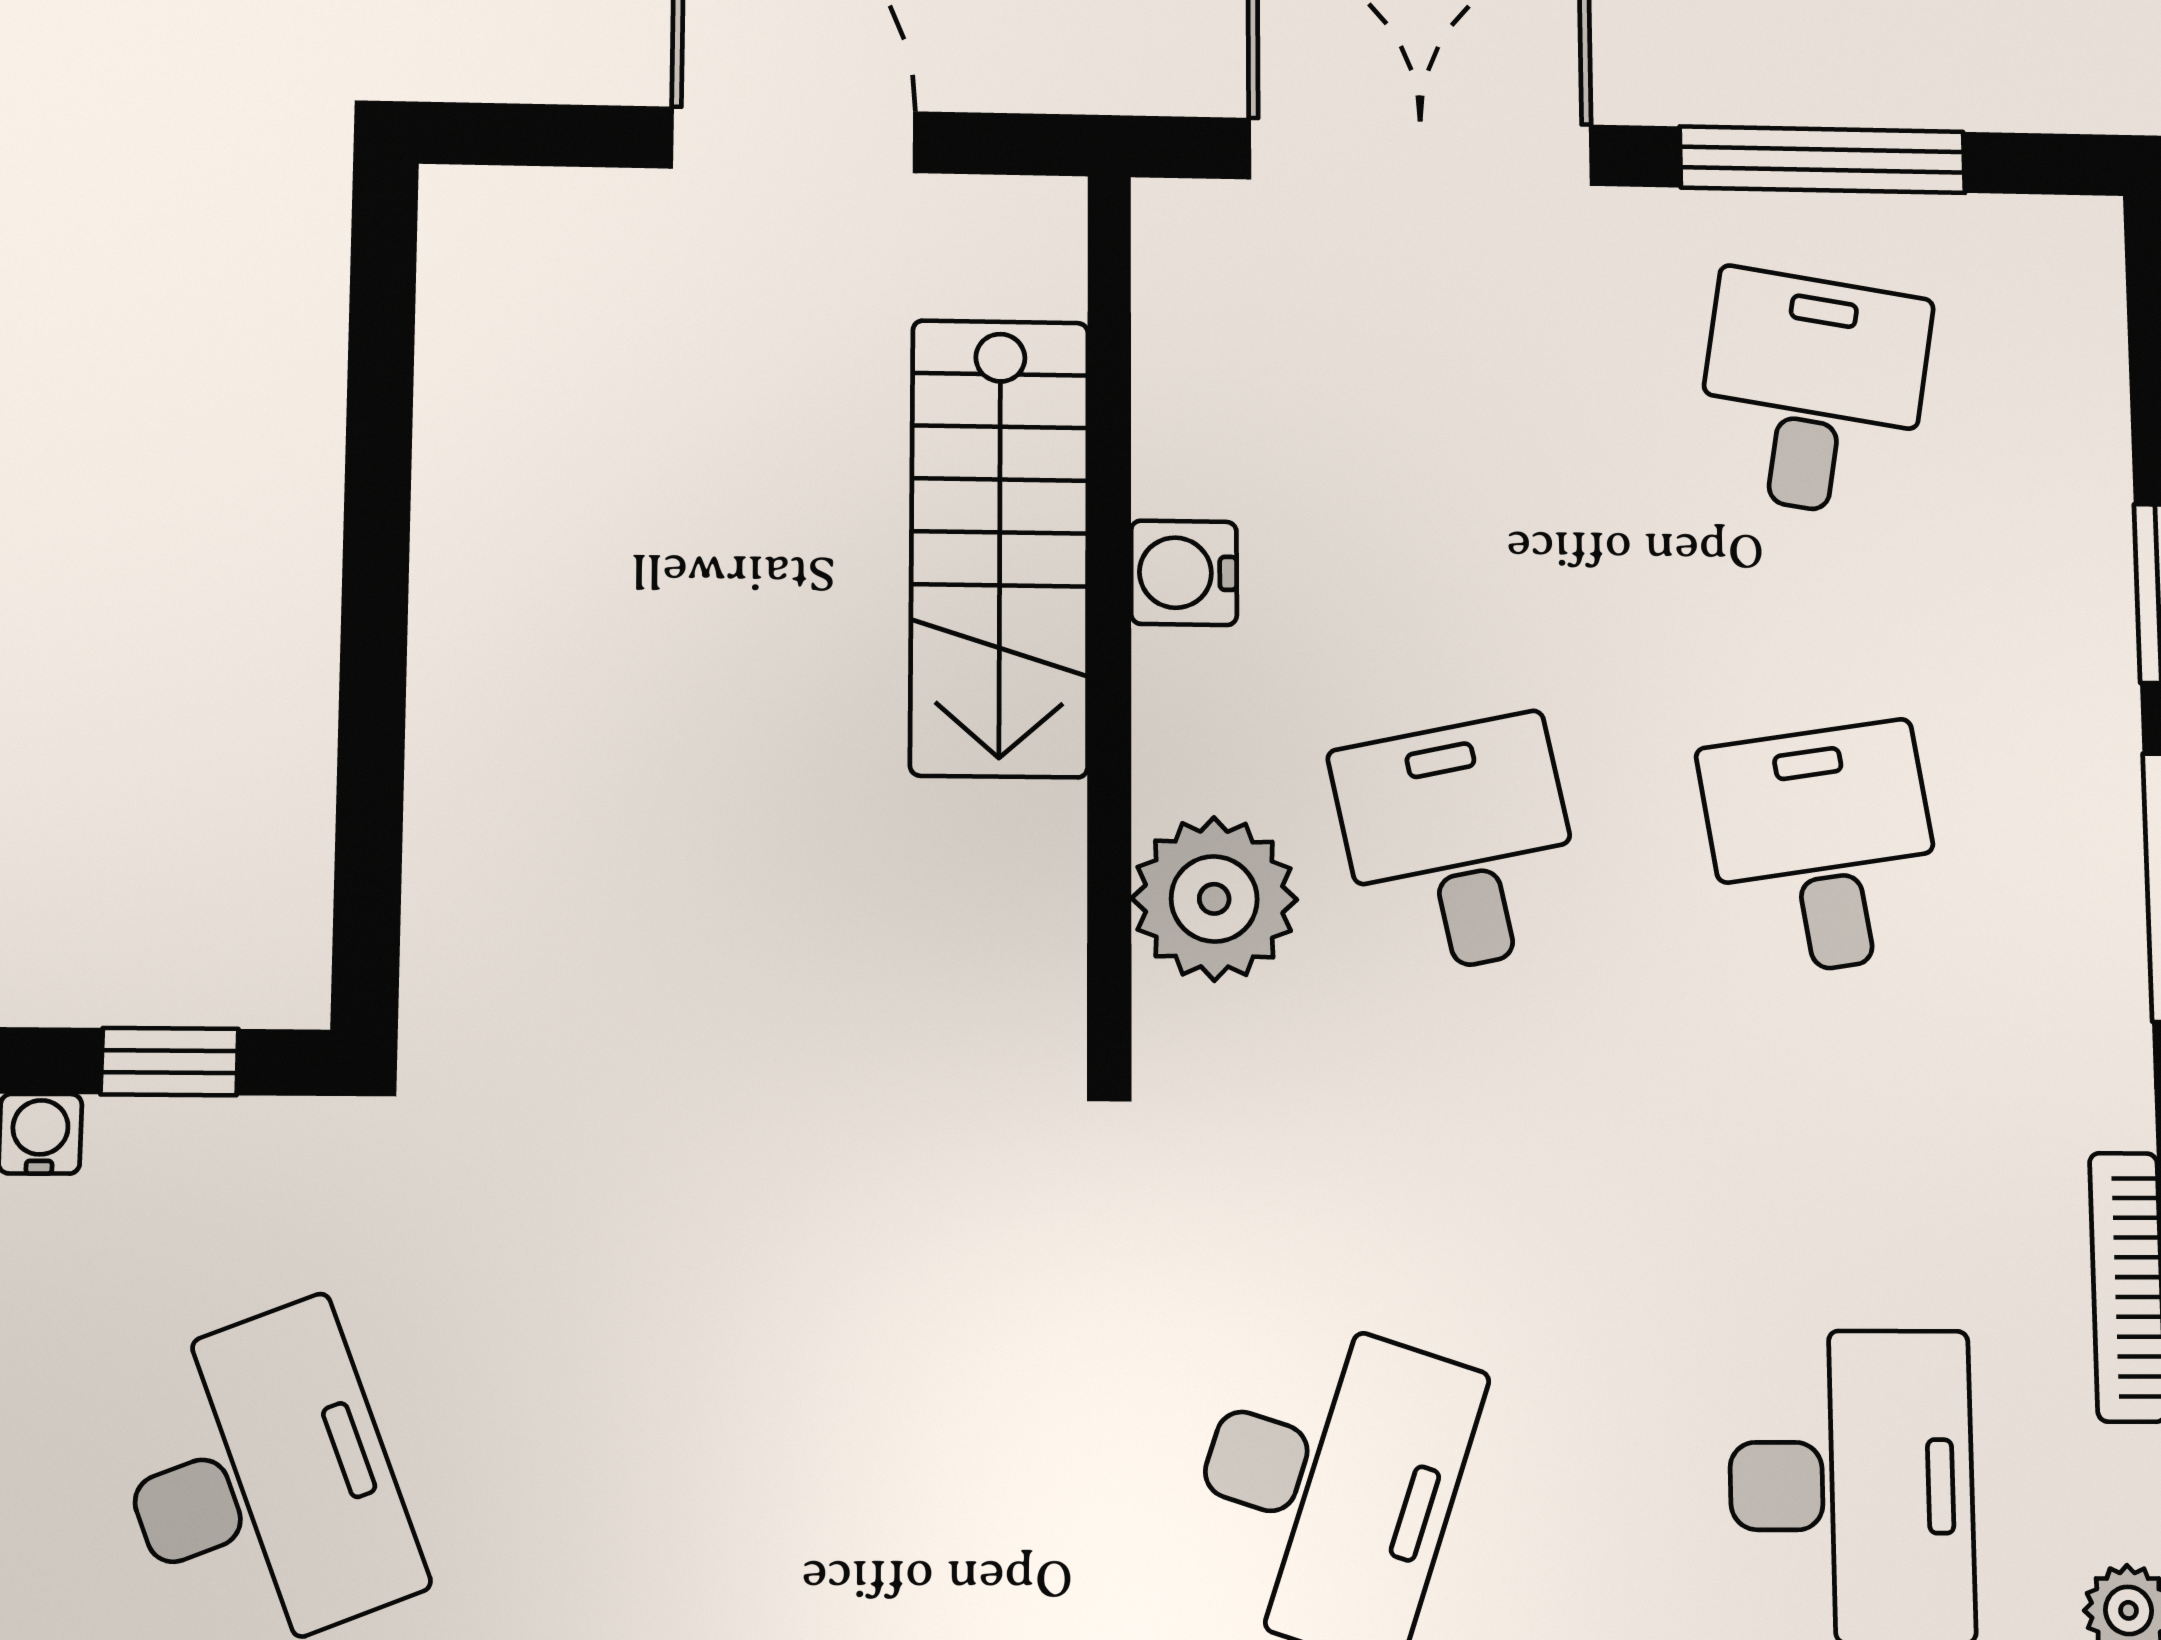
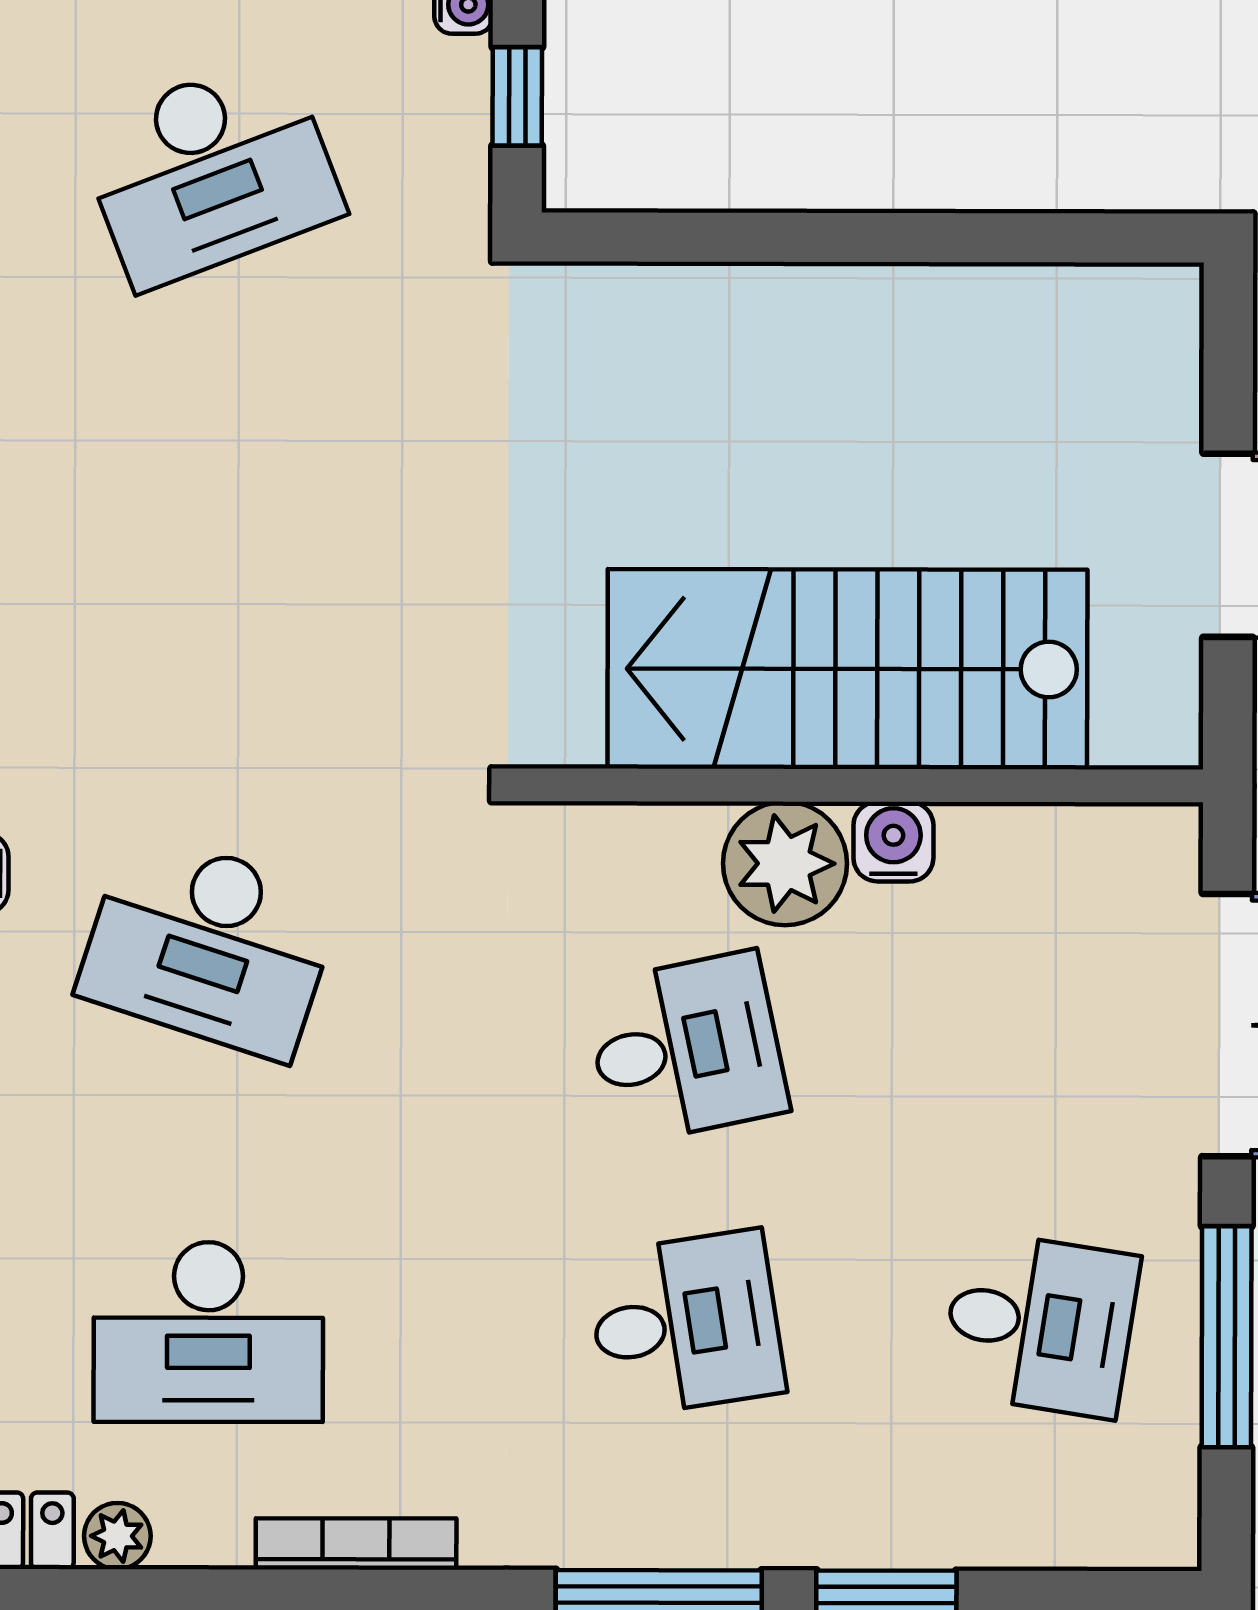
stairs: (1000, 547) -> (847, 669), width x1.36, depth x1.51
plant: (1214, 899) -> (785, 864), moved

